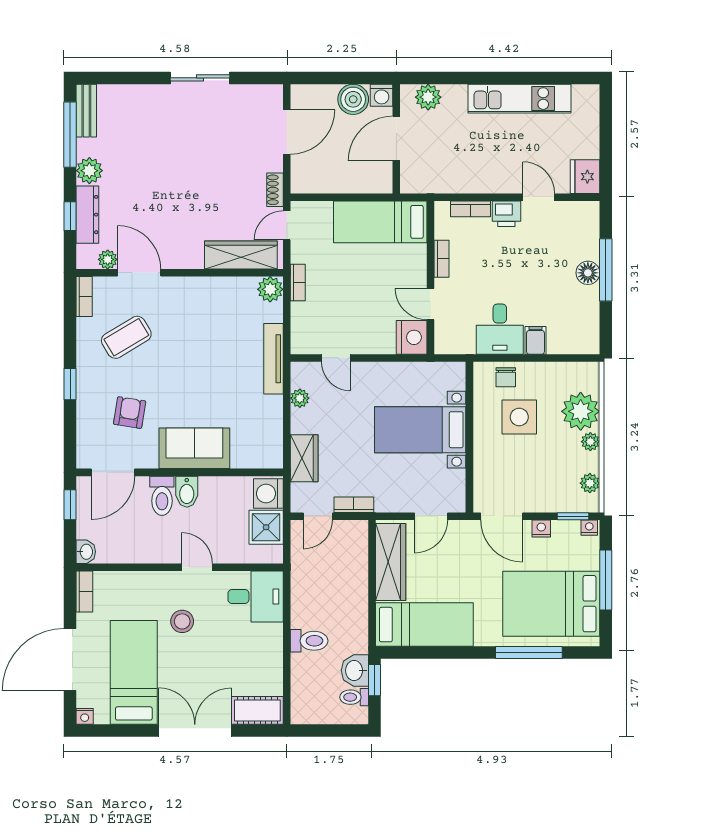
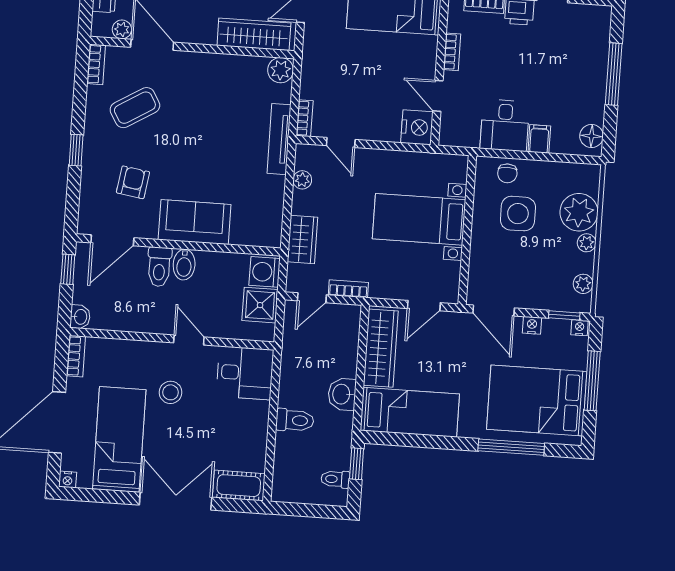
floor lamp: (588, 273) -> (592, 136), moved
bookcase: (298, 283) -> (305, 118), moved
washbasin: (355, 671) -> (342, 394), moved

